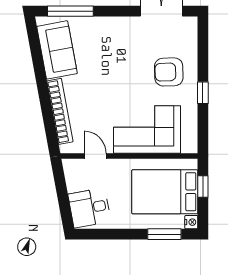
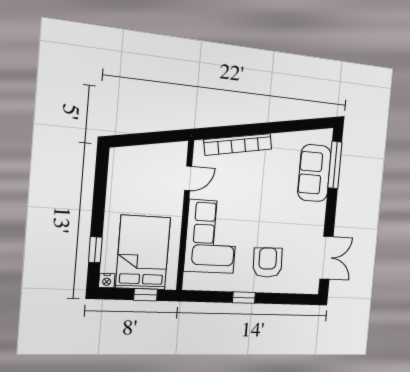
sofa: (57, 50) -> (314, 173), moved, turned 100
desk: (89, 208) -> (132, 167), removed
window: (164, 234) -> (95, 250), width x0.67

